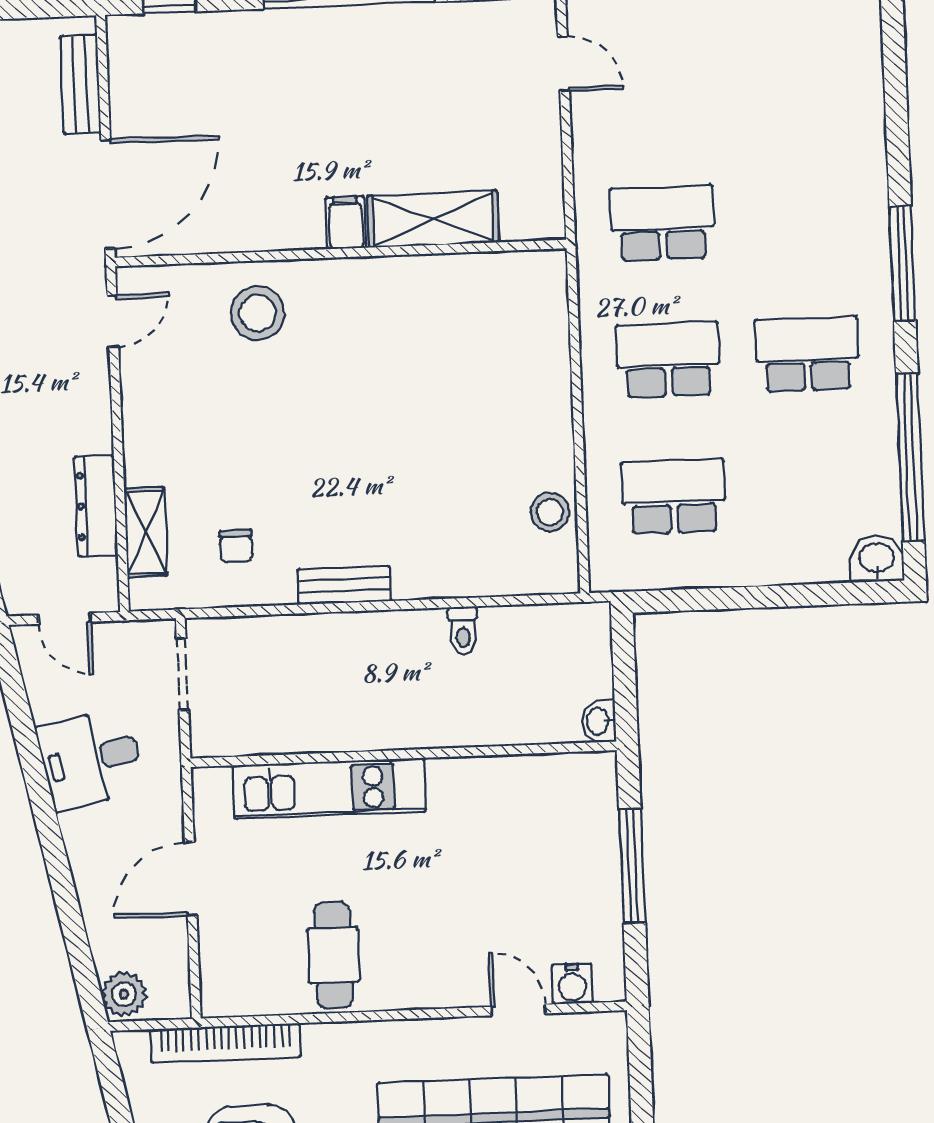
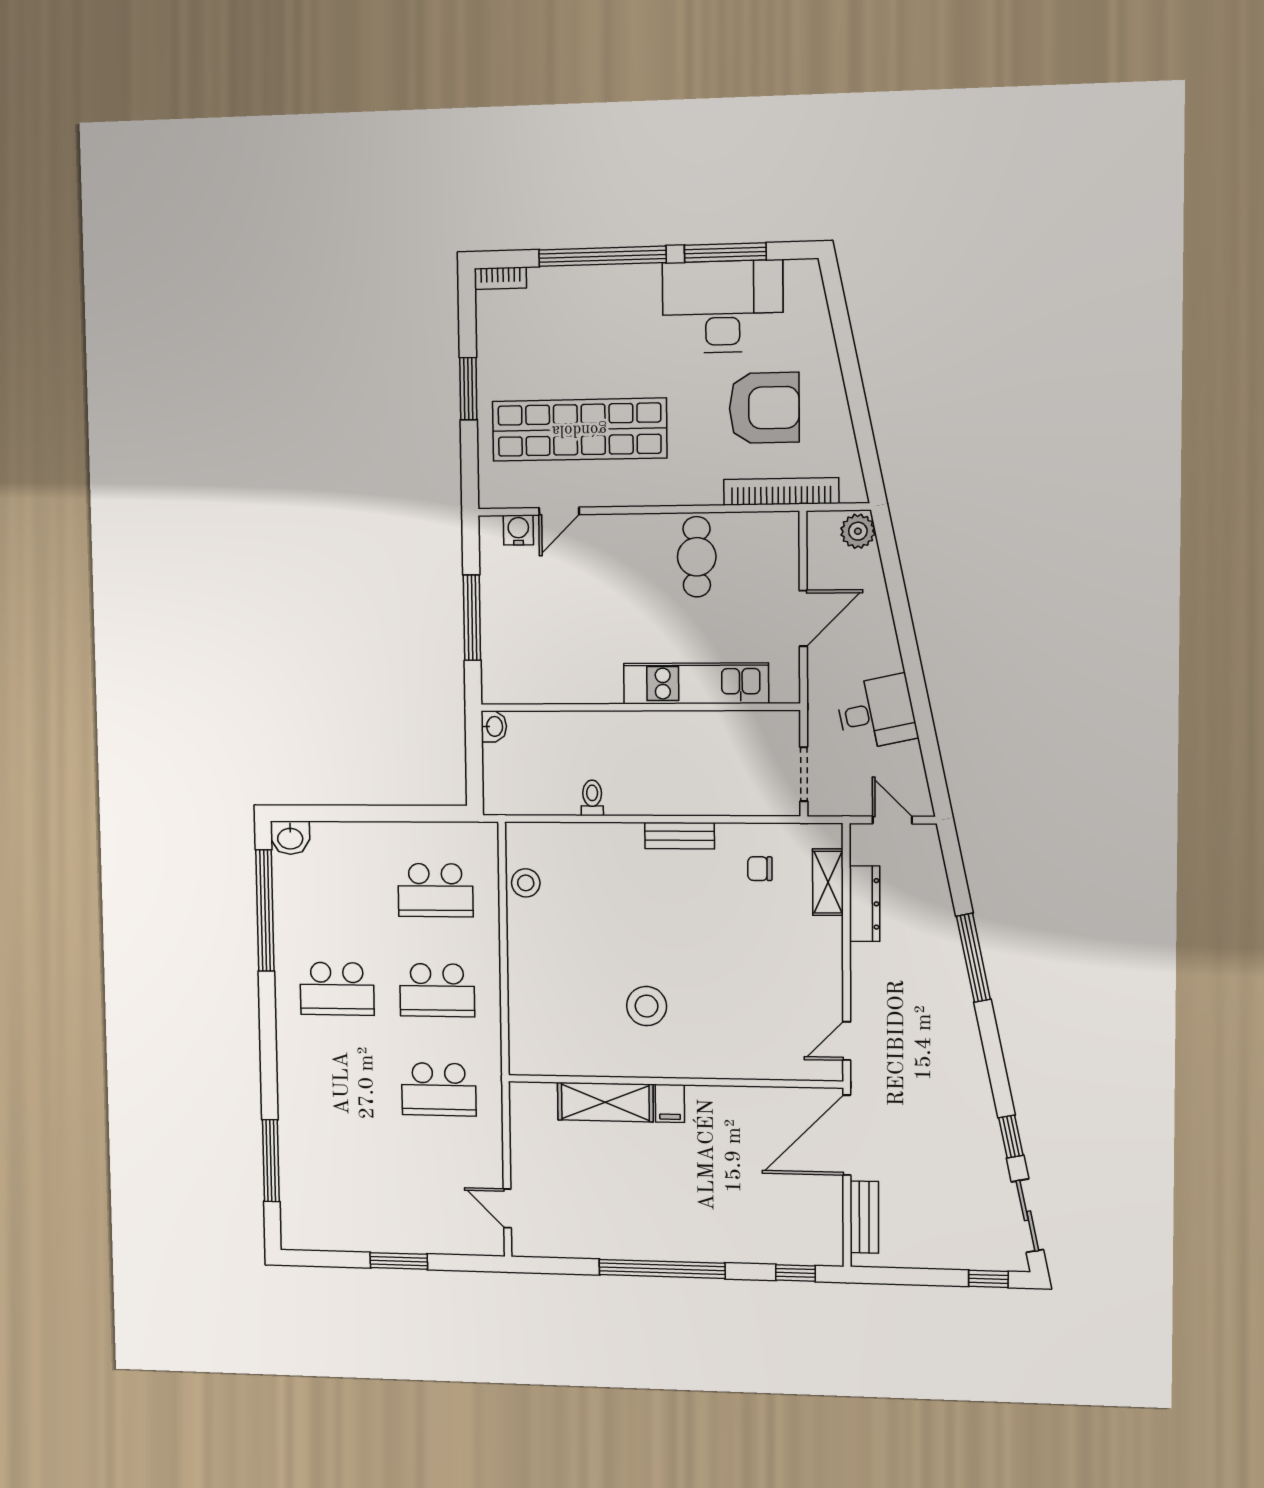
window: (902, 264) -> (271, 1161), moved
stool: (258, 313) -> (647, 1006), moved
chair: (236, 546) -> (760, 869), turned -90
door: (518, 1010) -> (559, 511), hinge flipped

